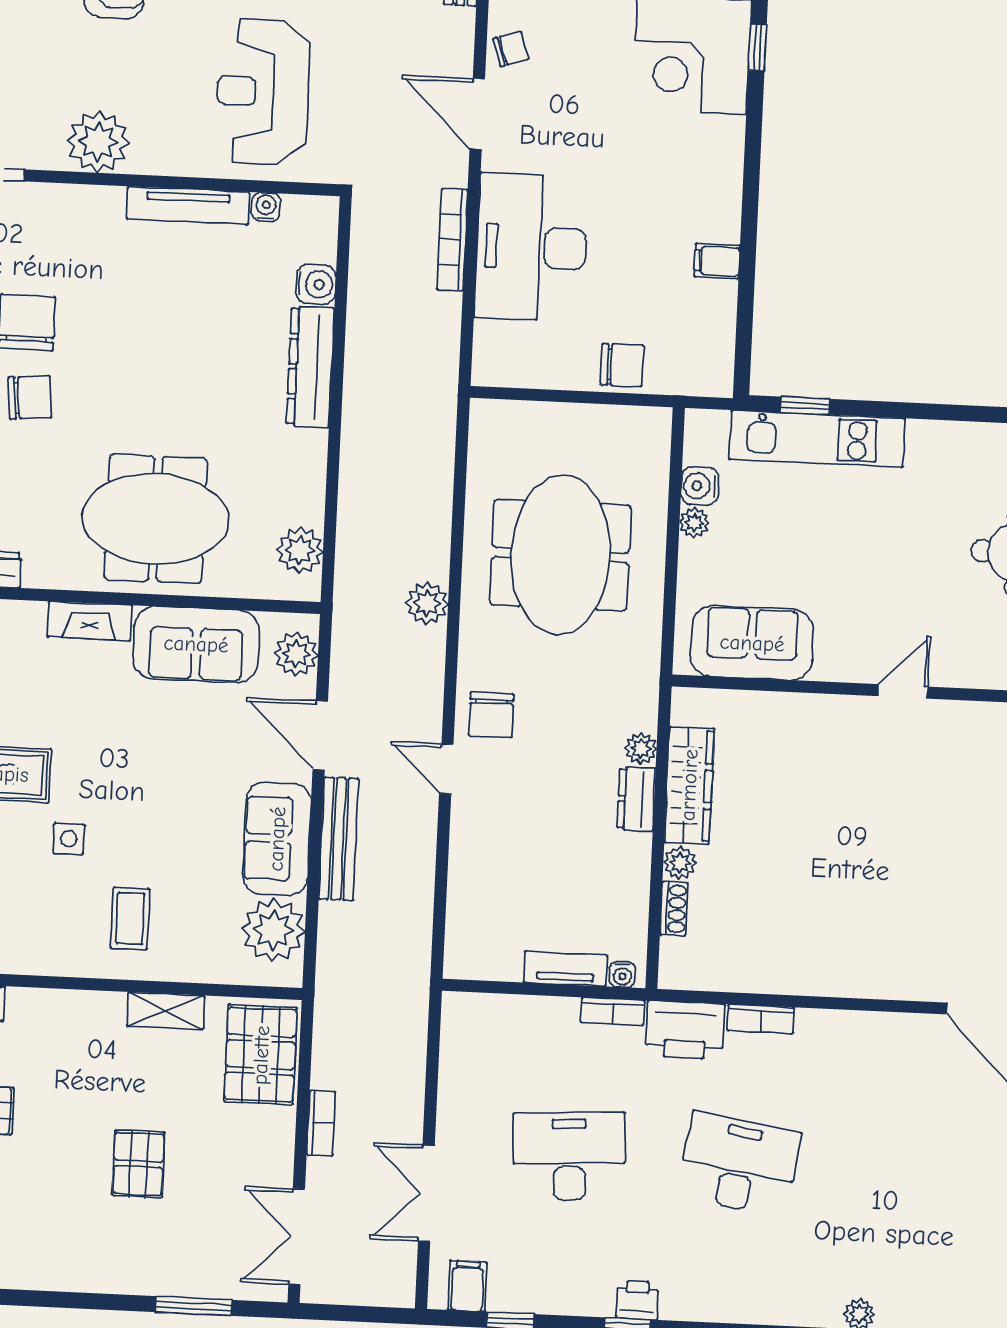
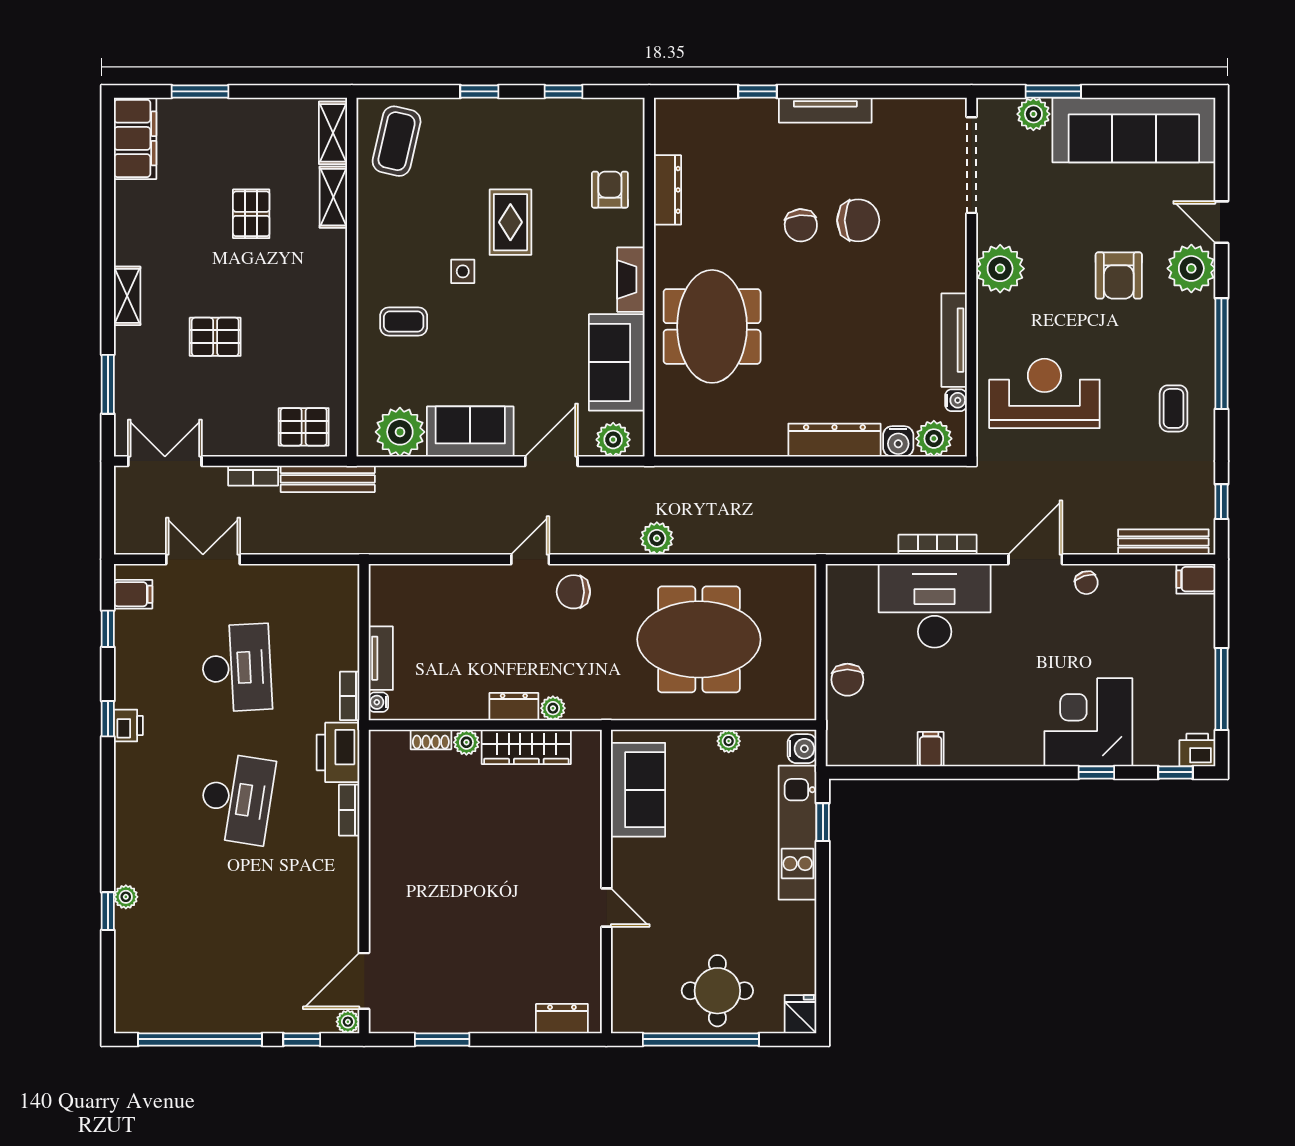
water cooler: (700, 486) -> (802, 749), moved, turned 90
plant: (300, 550) -> (934, 439), moved
bench: (339, 839) -> (328, 479), moved
shelving: (166, 1011) -> (127, 296), moved
pallet: (261, 1055) -> (304, 427), width x0.67, depth x0.71

